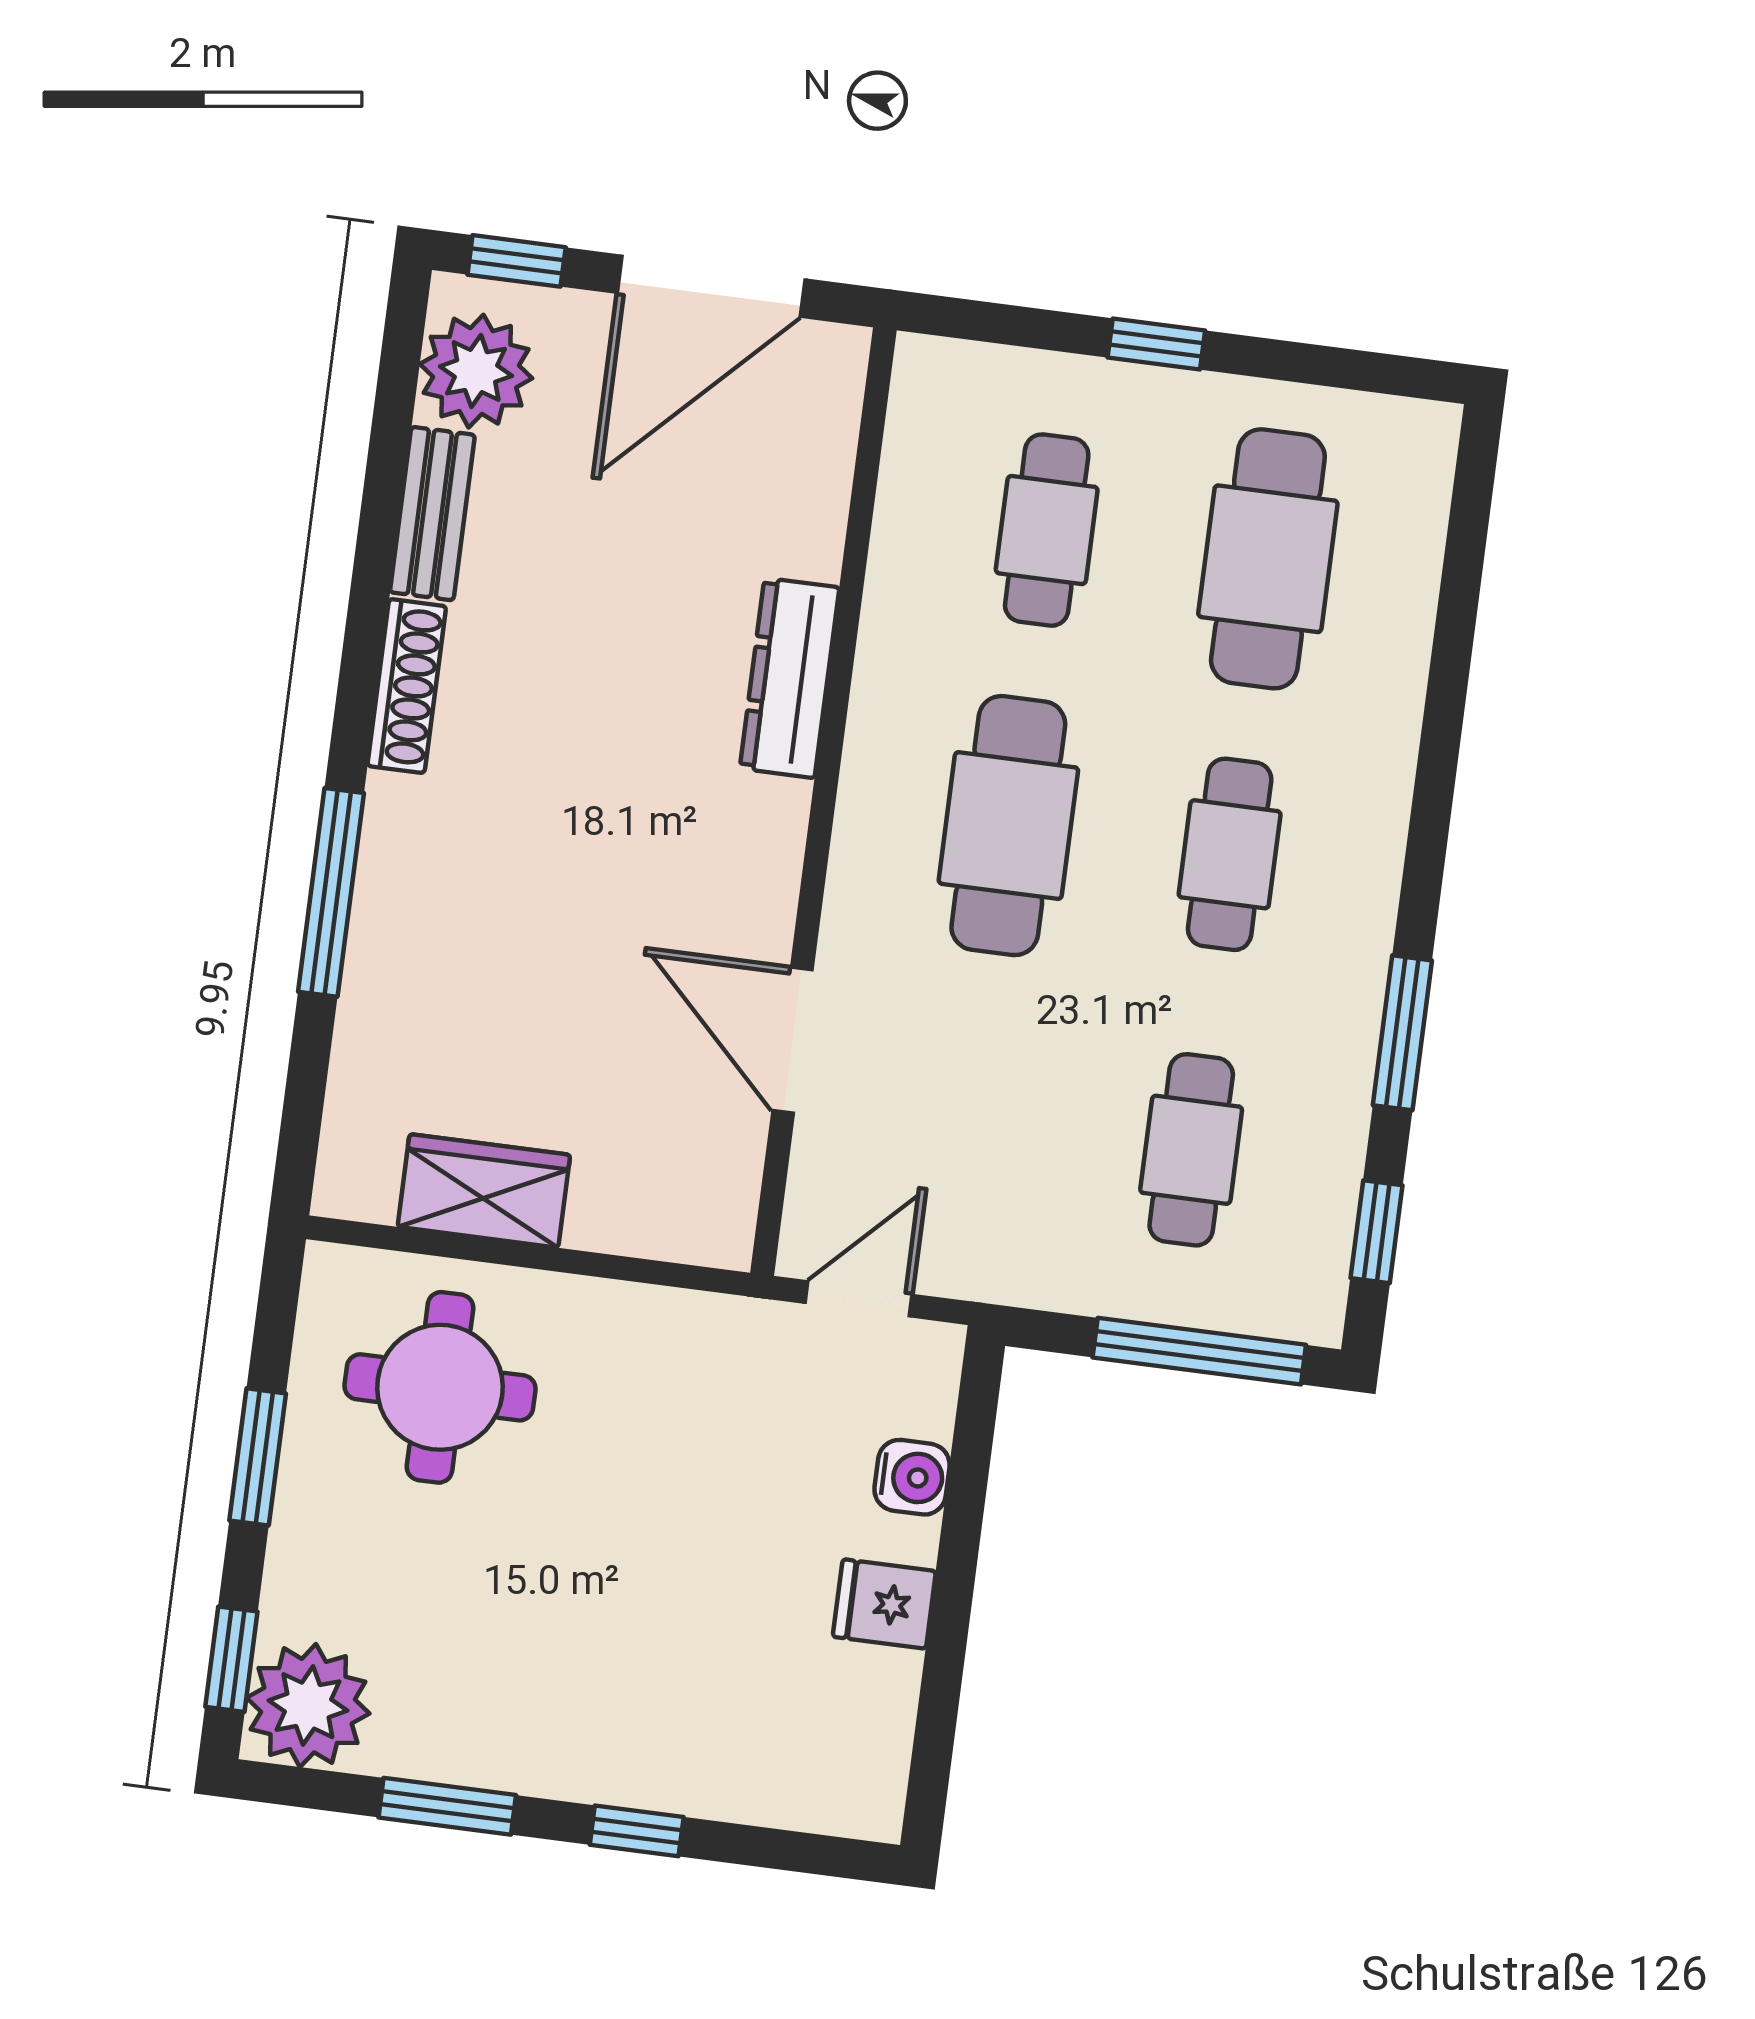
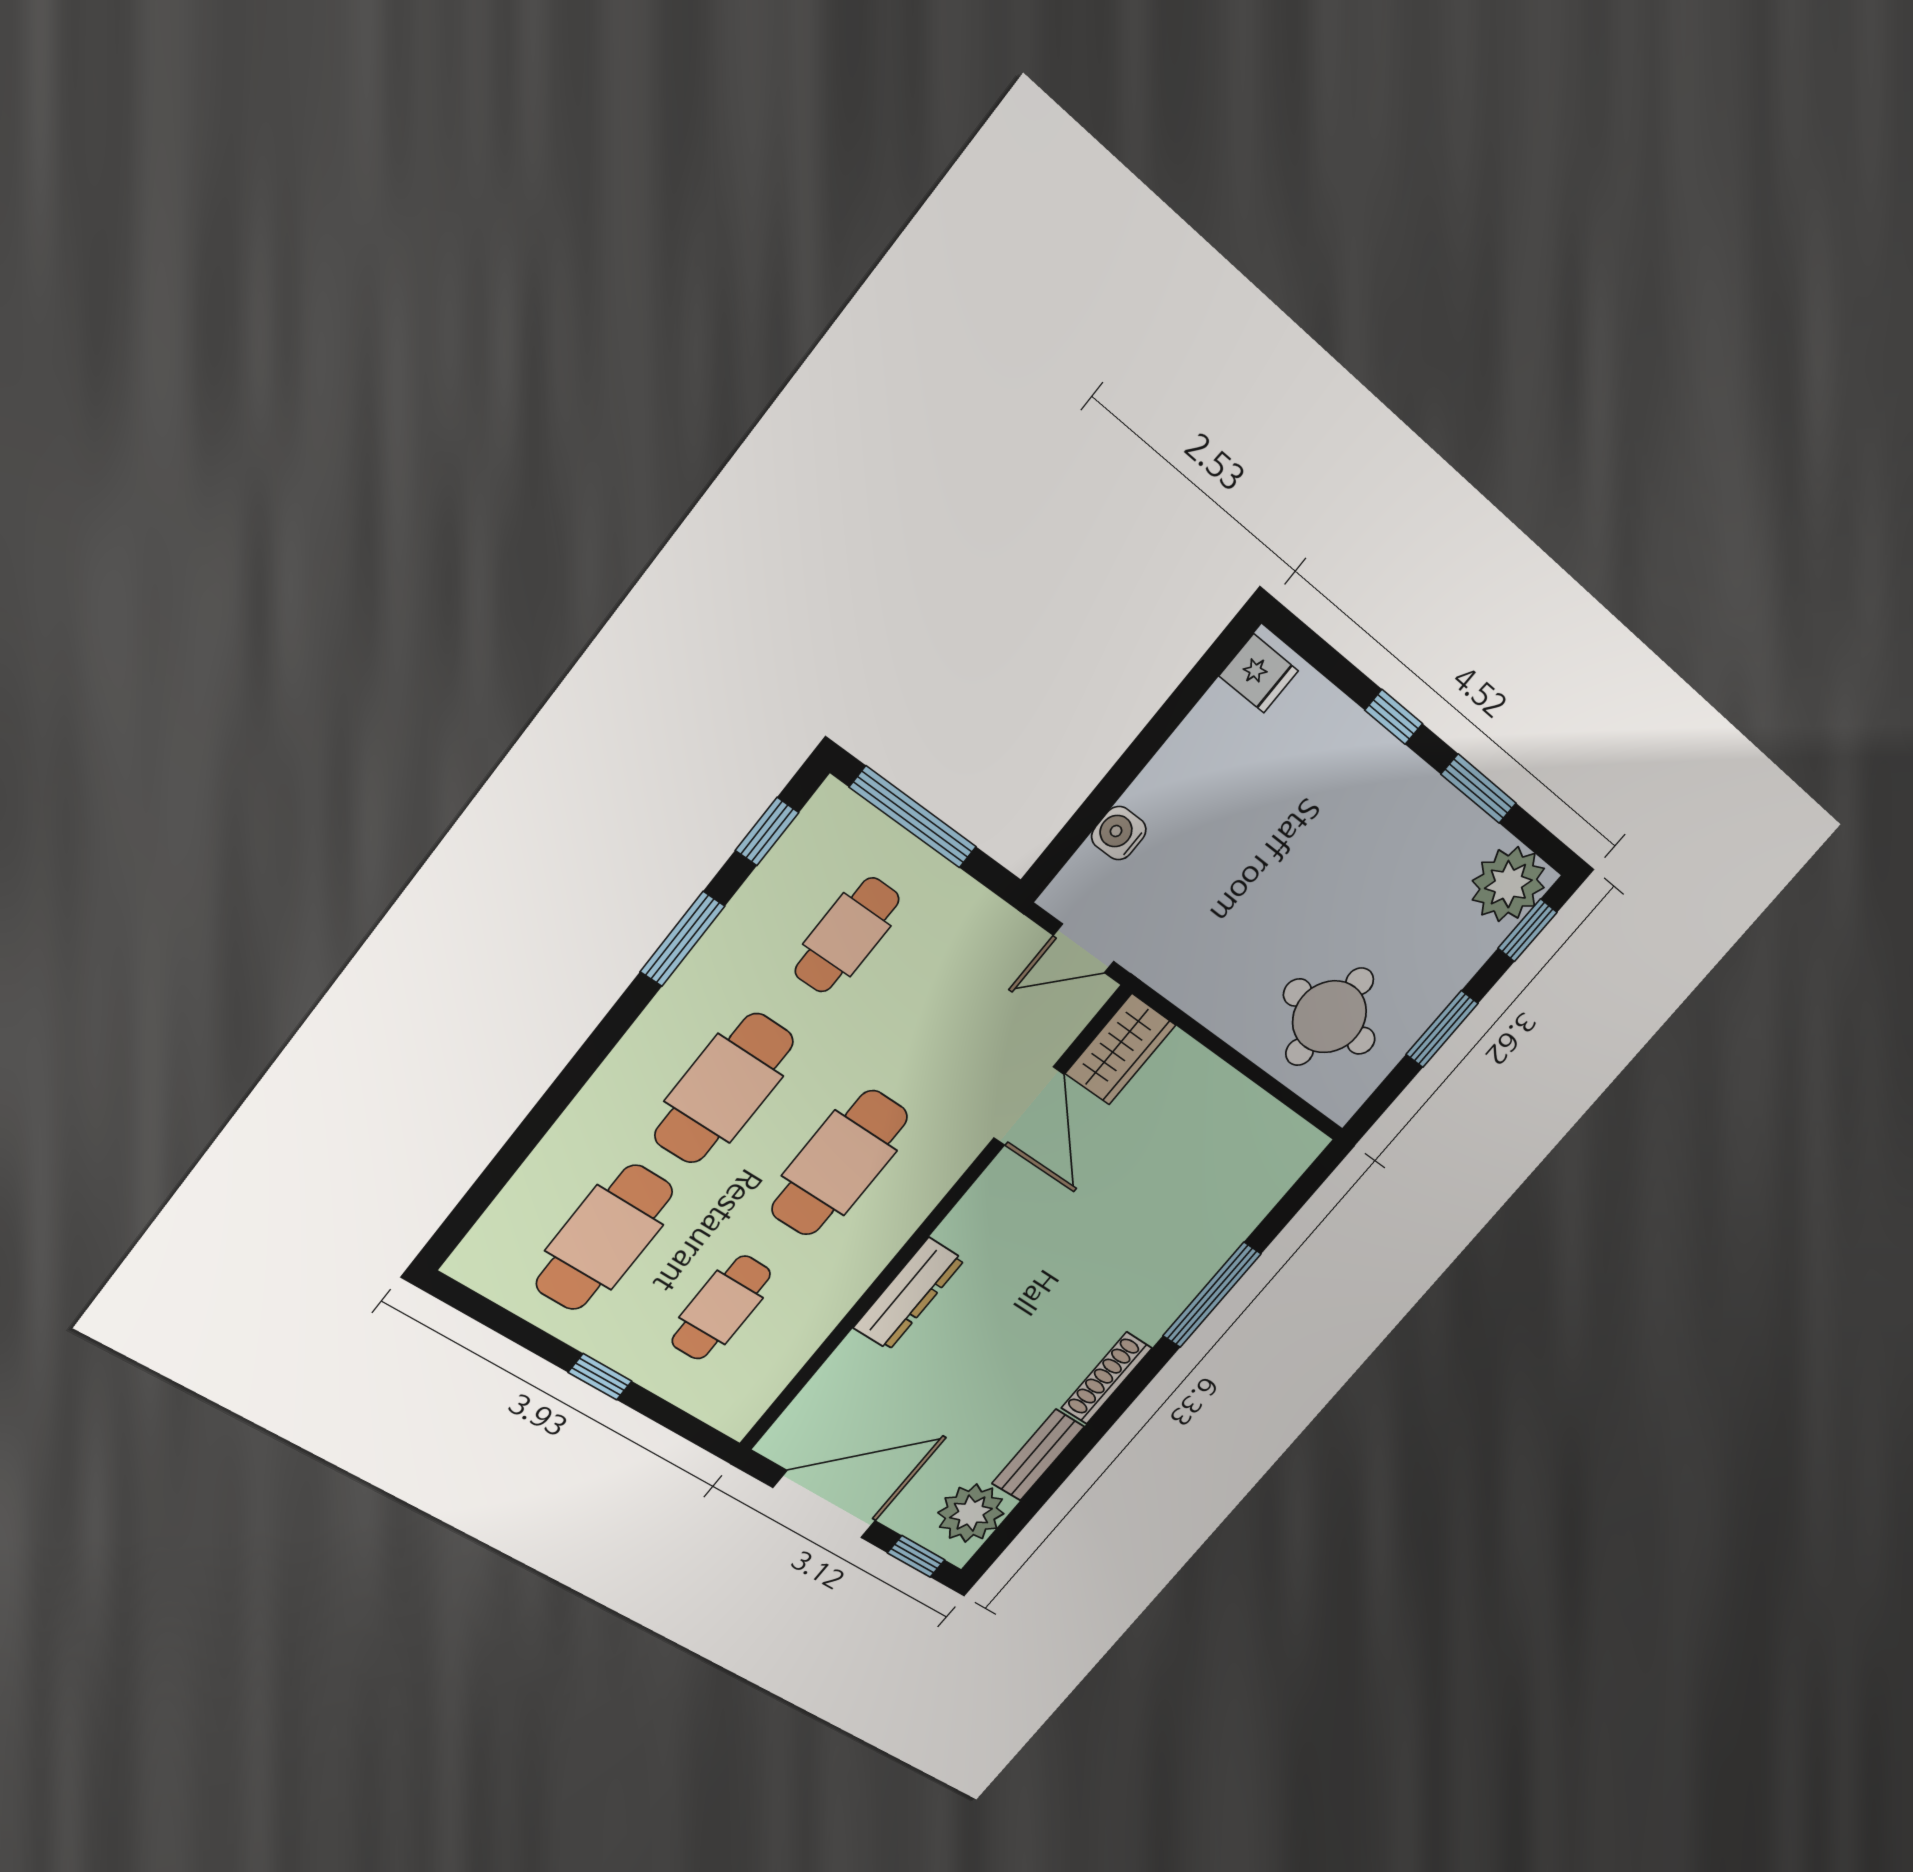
cafe table: (1230, 854) -> (724, 1089), width x1.37, depth x1.35
wardrobe: (484, 1191) -> (1120, 1049), moved, turned -90
fridge: (884, 1604) -> (1259, 673), moved

